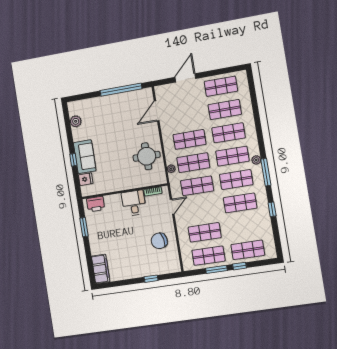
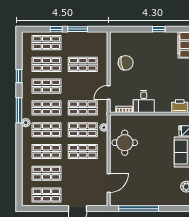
shop shelf: (208, 256) -> (46, 64), moved
window: (151, 279) -> (159, 29), moved

